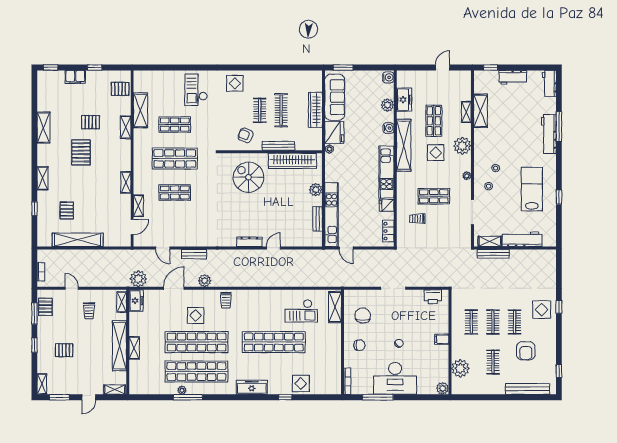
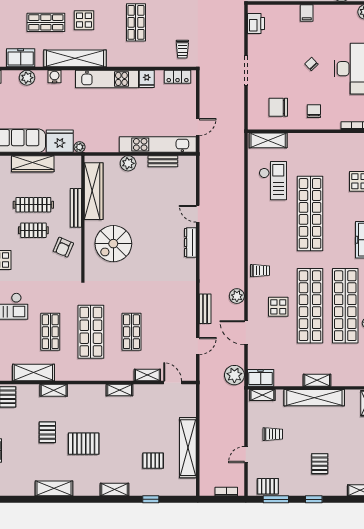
trolley: (417, 219) -> (182, 49), moved

